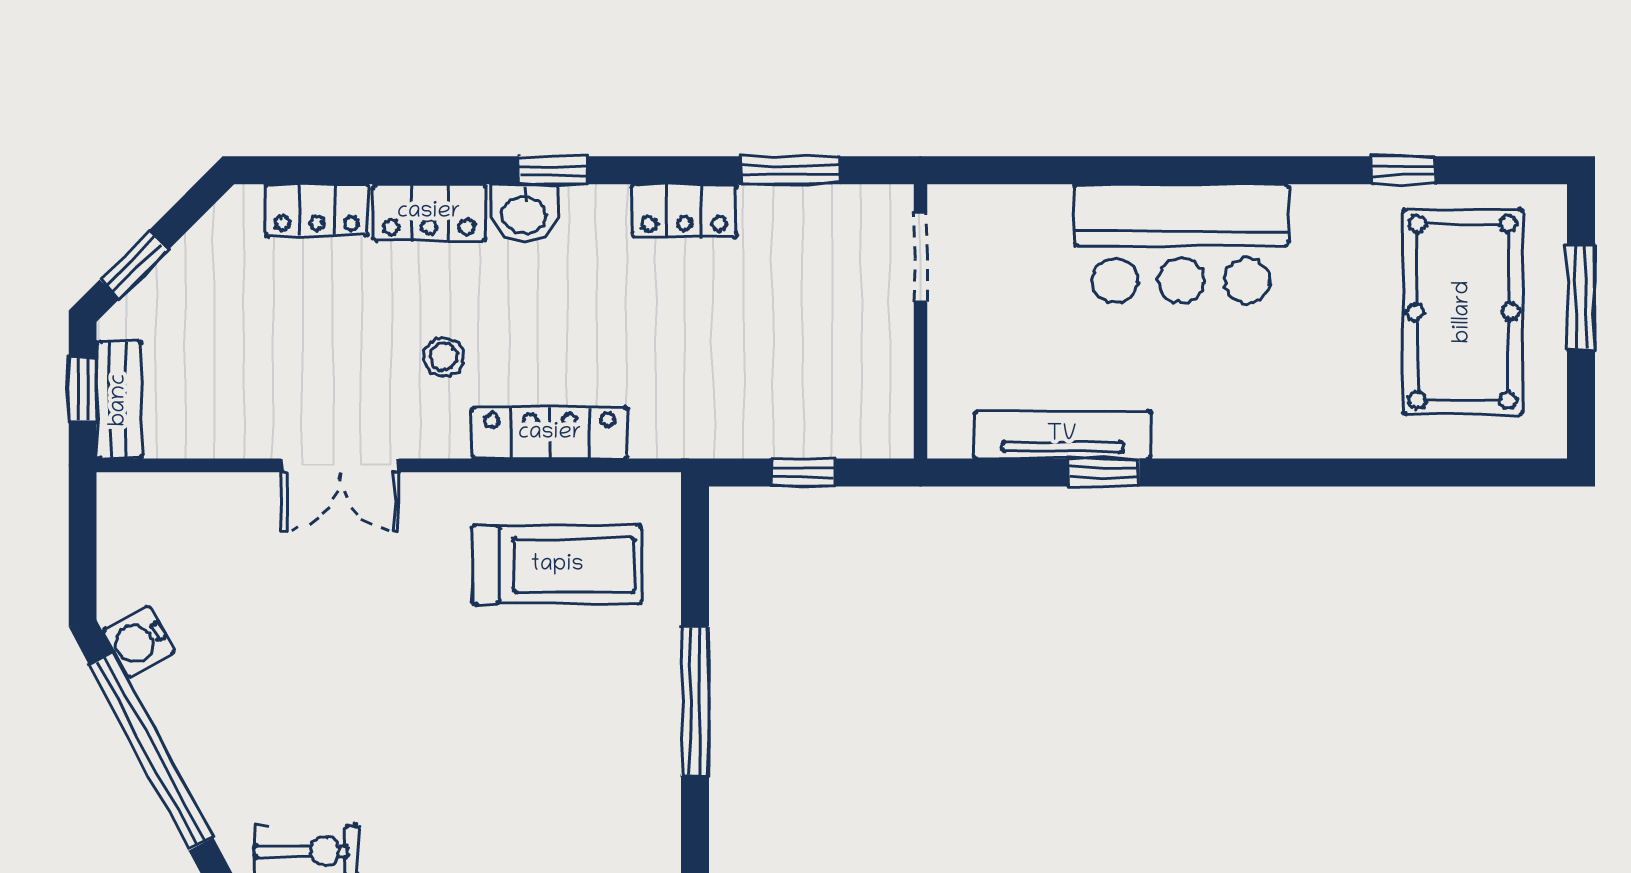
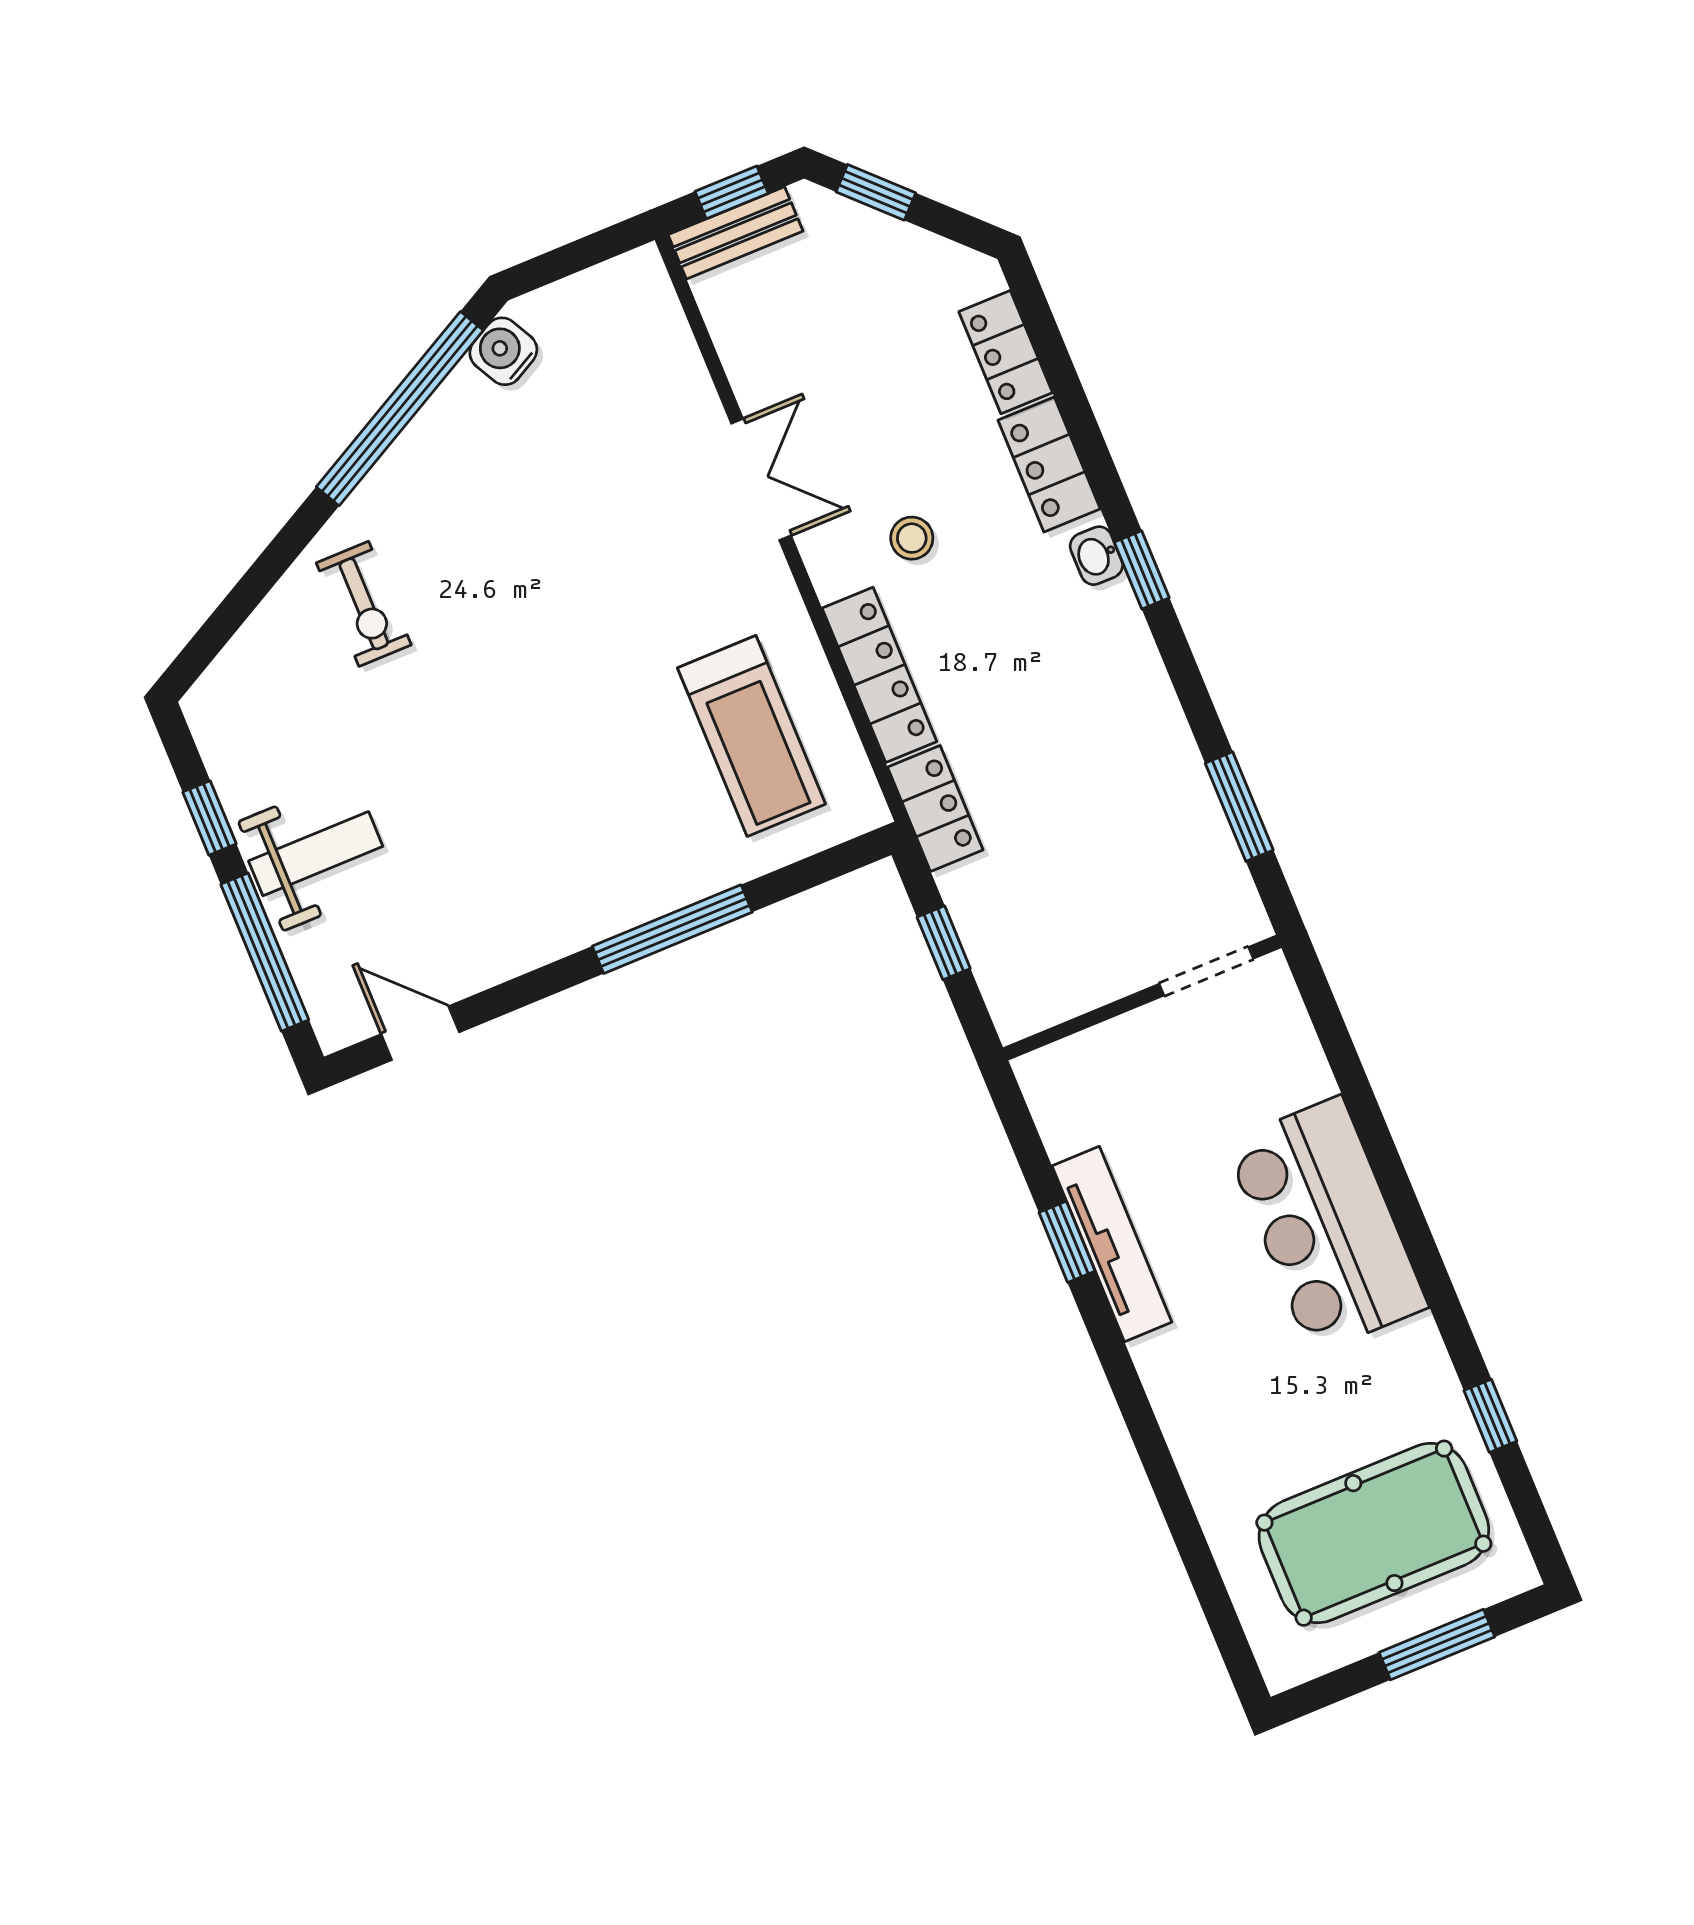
locker: (684, 211) -> (935, 808), moved, turned 180
washbasin: (524, 213) -> (1096, 556), width x0.72, depth x0.69
tv unit: (1062, 435) -> (1112, 1244), moved
double door: (340, 465) -> (761, 479), swing flipped

